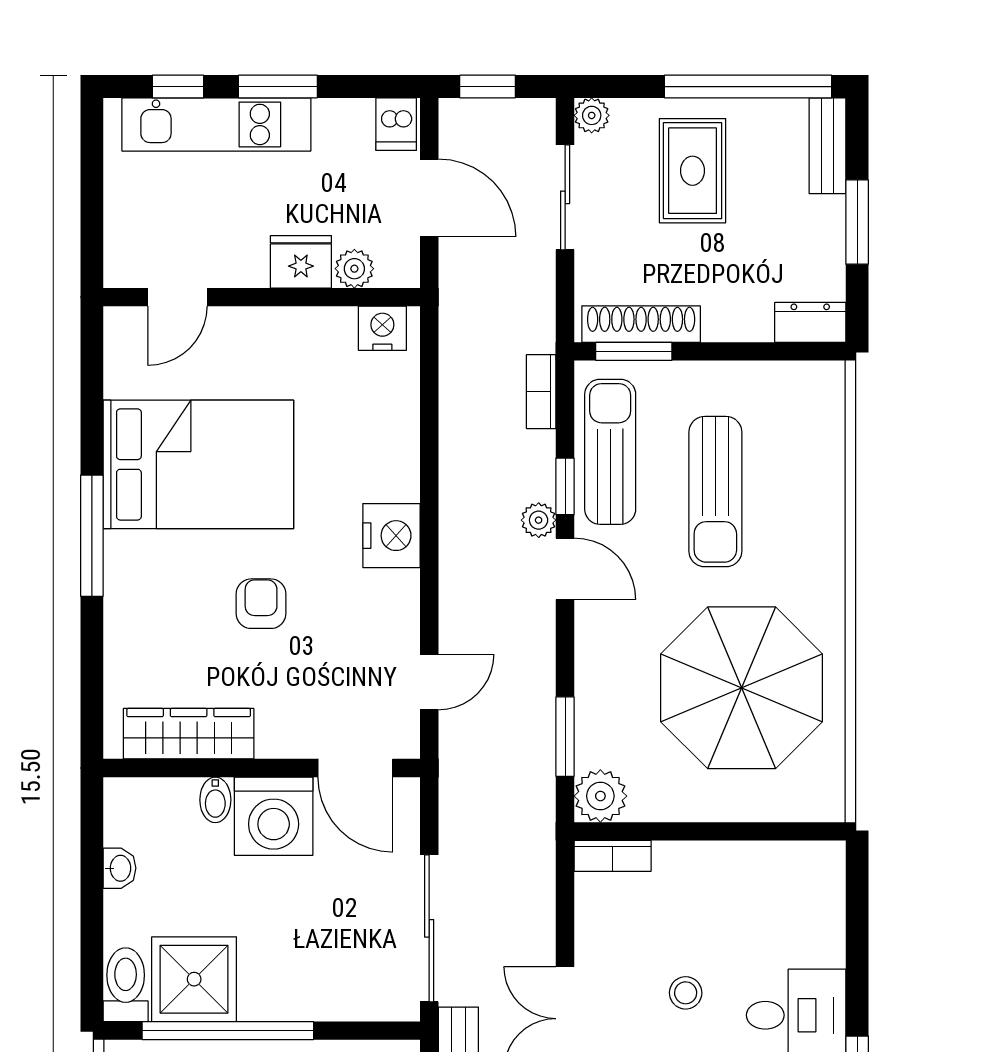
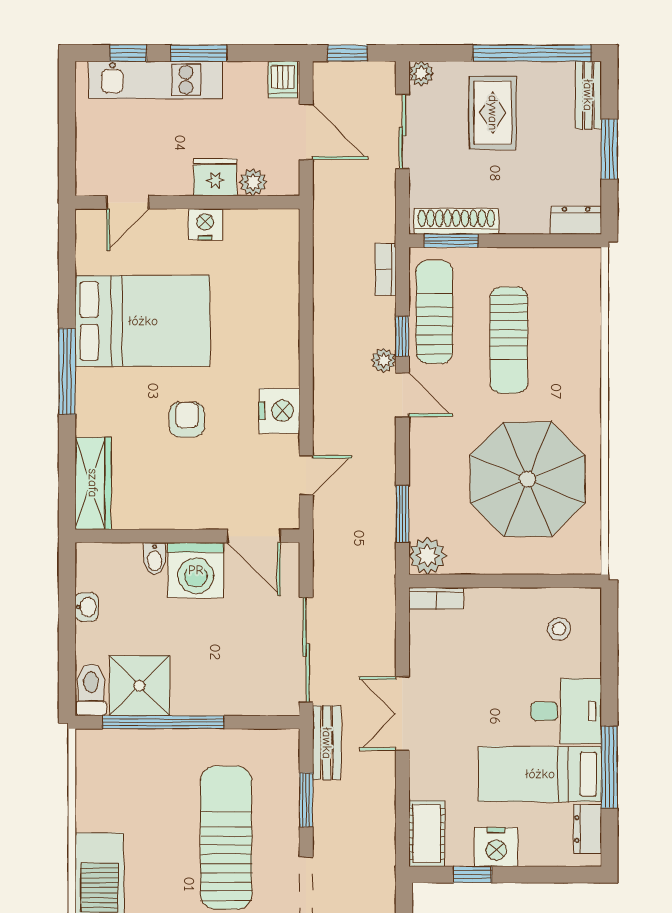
nightstand: (382, 328) -> (205, 224), moved
nightstand: (391, 536) -> (279, 411), moved
wardrobe: (189, 734) -> (93, 483), moved, turned 90
stool: (686, 993) -> (559, 629), moved

